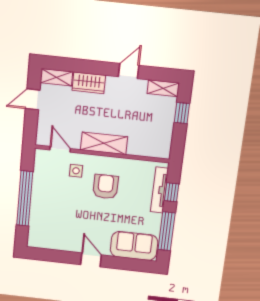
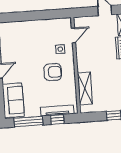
shelving: (104, 143) -> (85, 88), moved
window: (25, 199) -> (33, 16), removed

